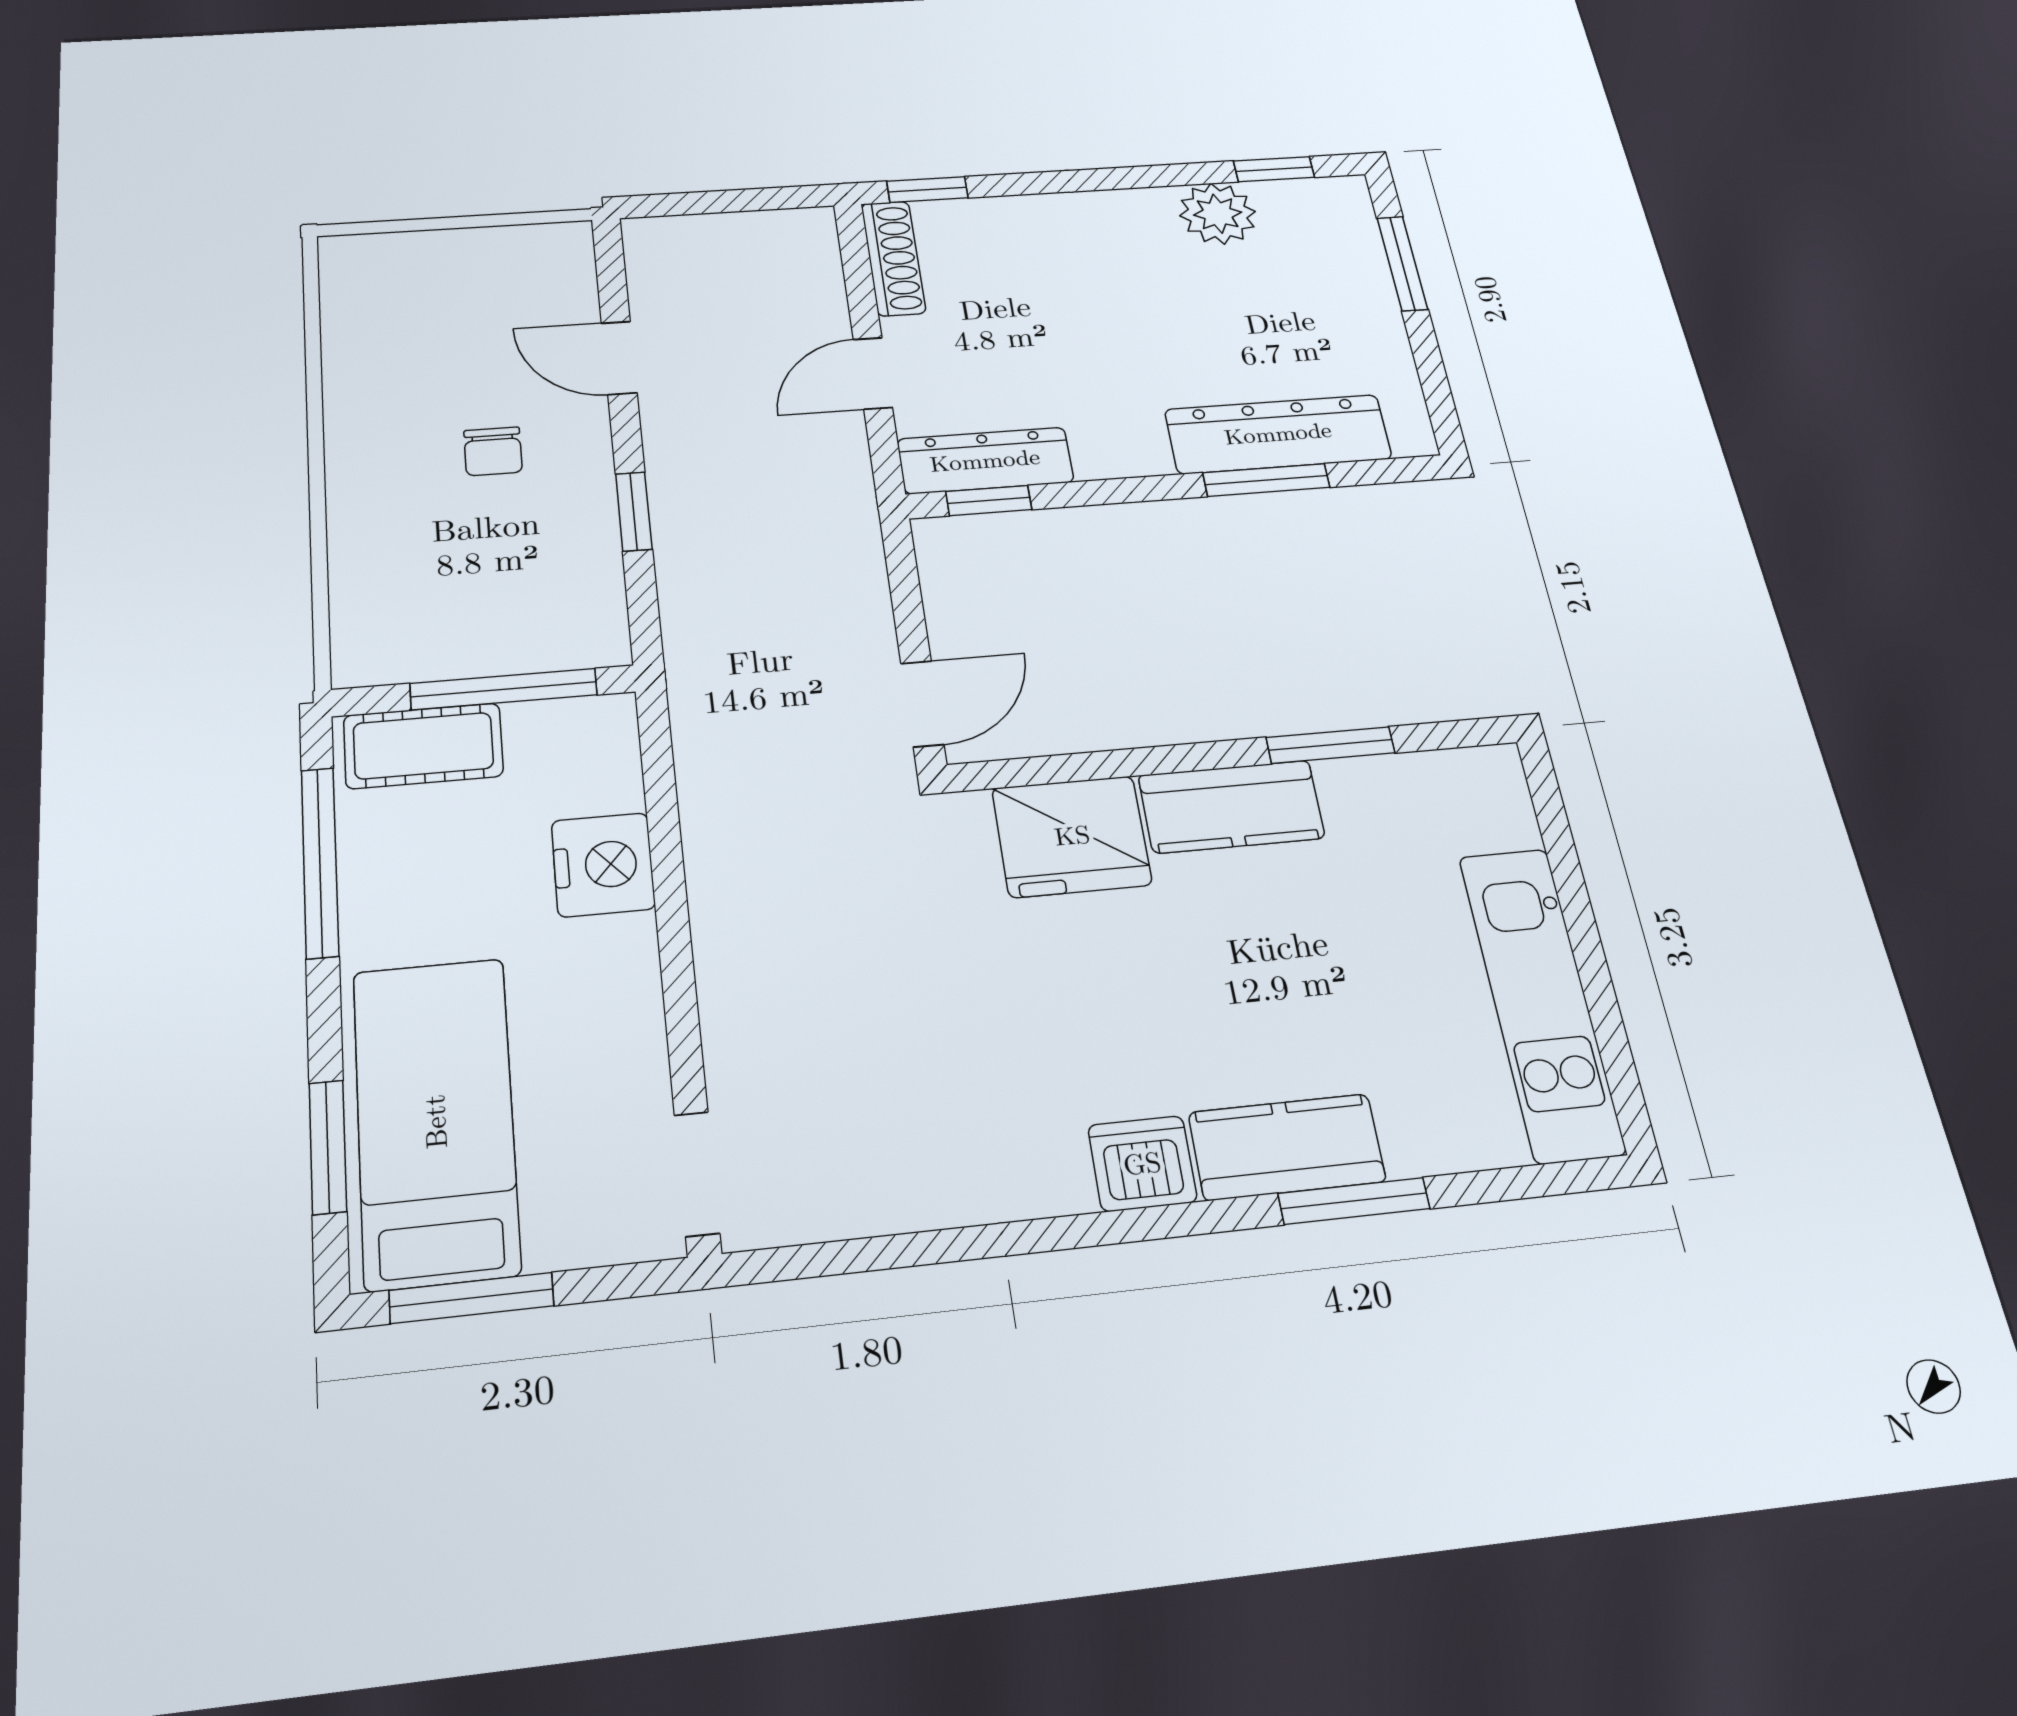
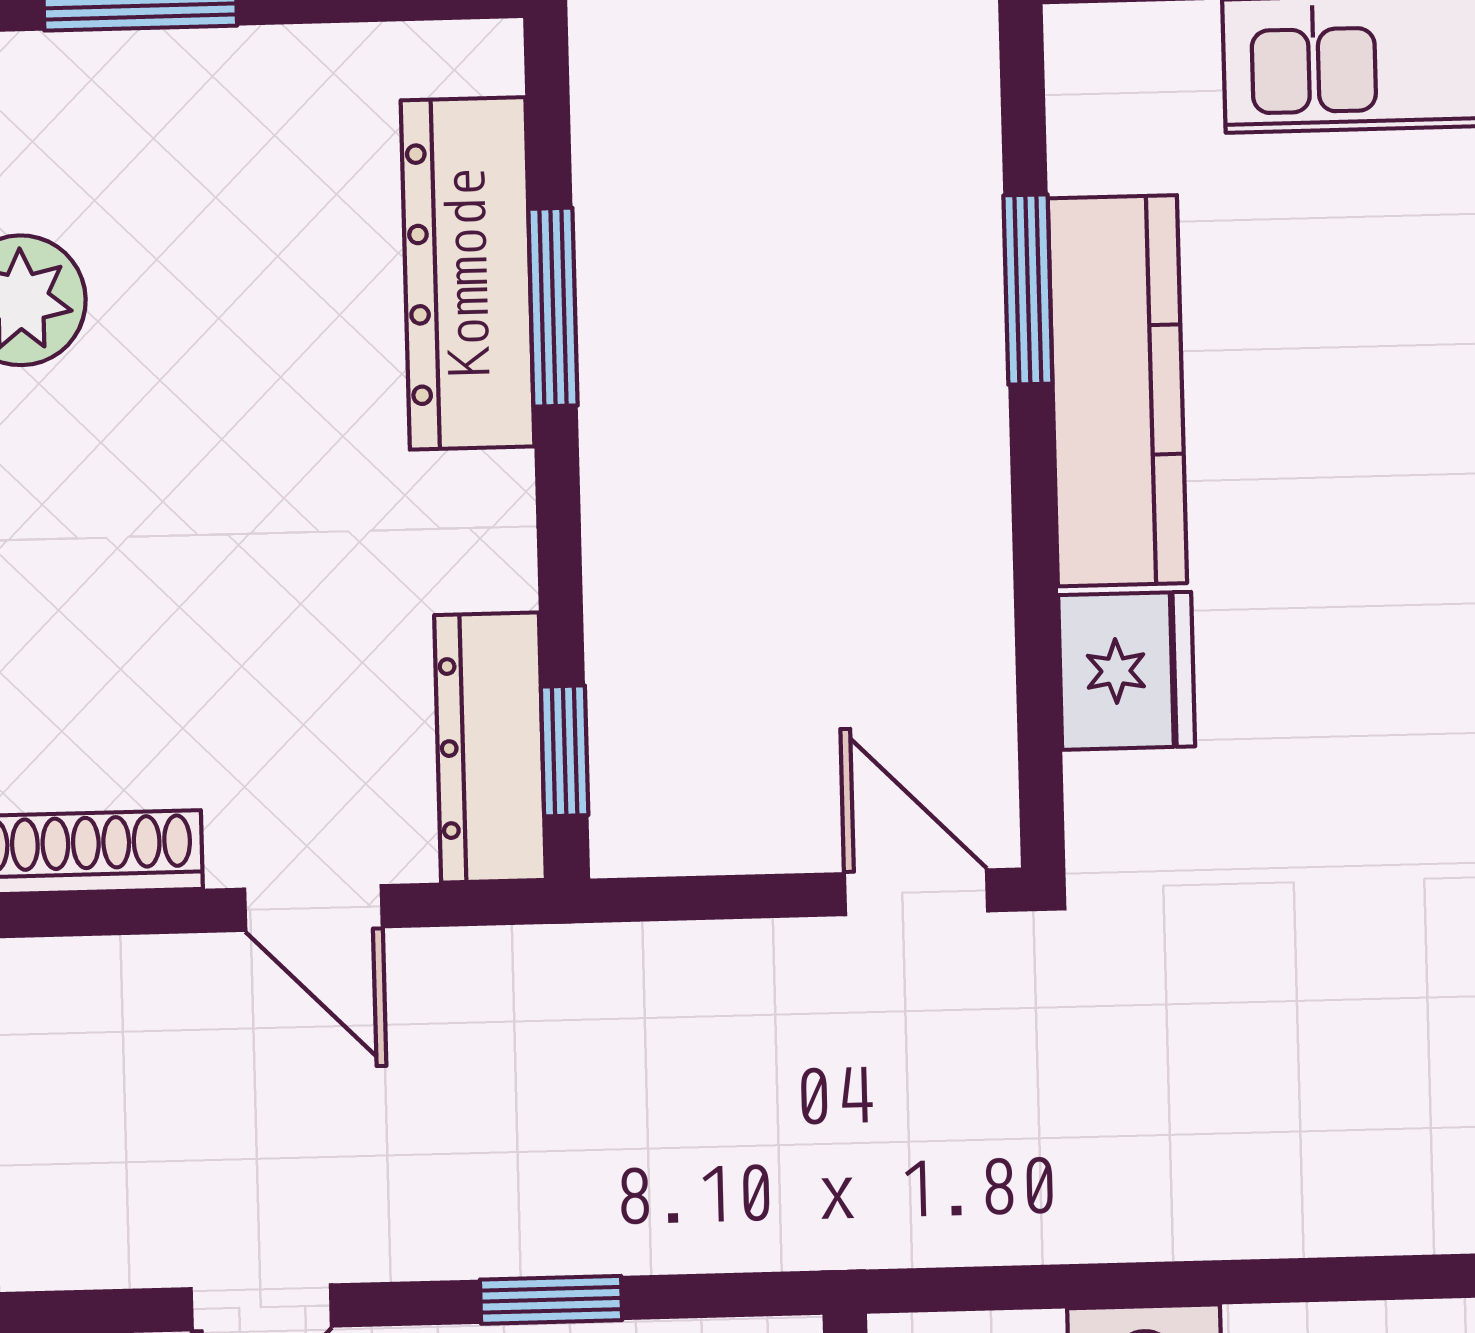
kitchen counter: (1232, 807) -> (1117, 391), width x1.50
fridge: (1072, 836) -> (1127, 671), width x0.73, depth x0.75

